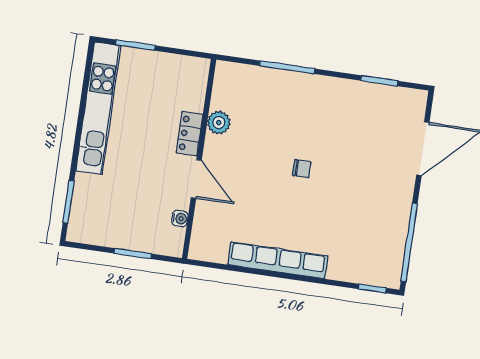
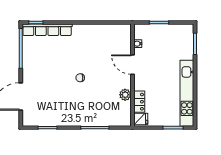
fridge: (196, 71) -> (141, 119), added
locker: (189, 134) -> (139, 102), moved
row of seats: (278, 260) -> (47, 30), moved

